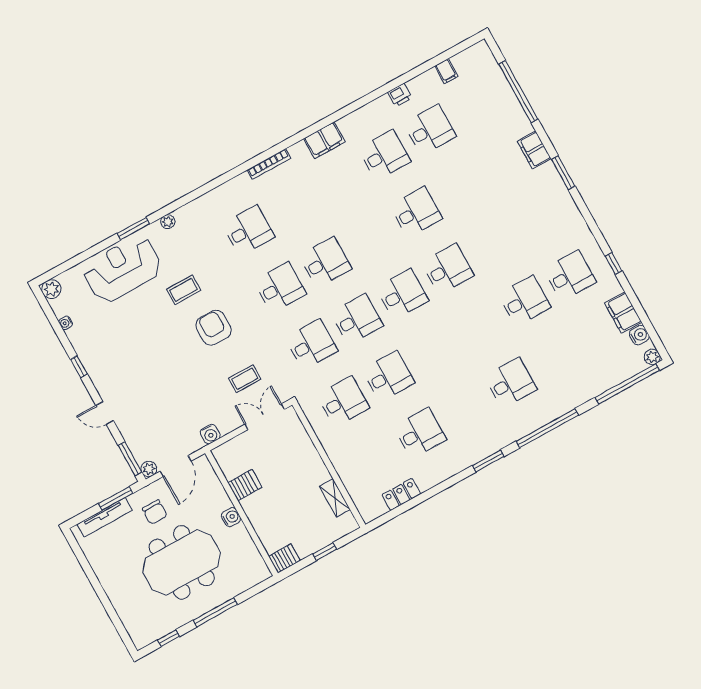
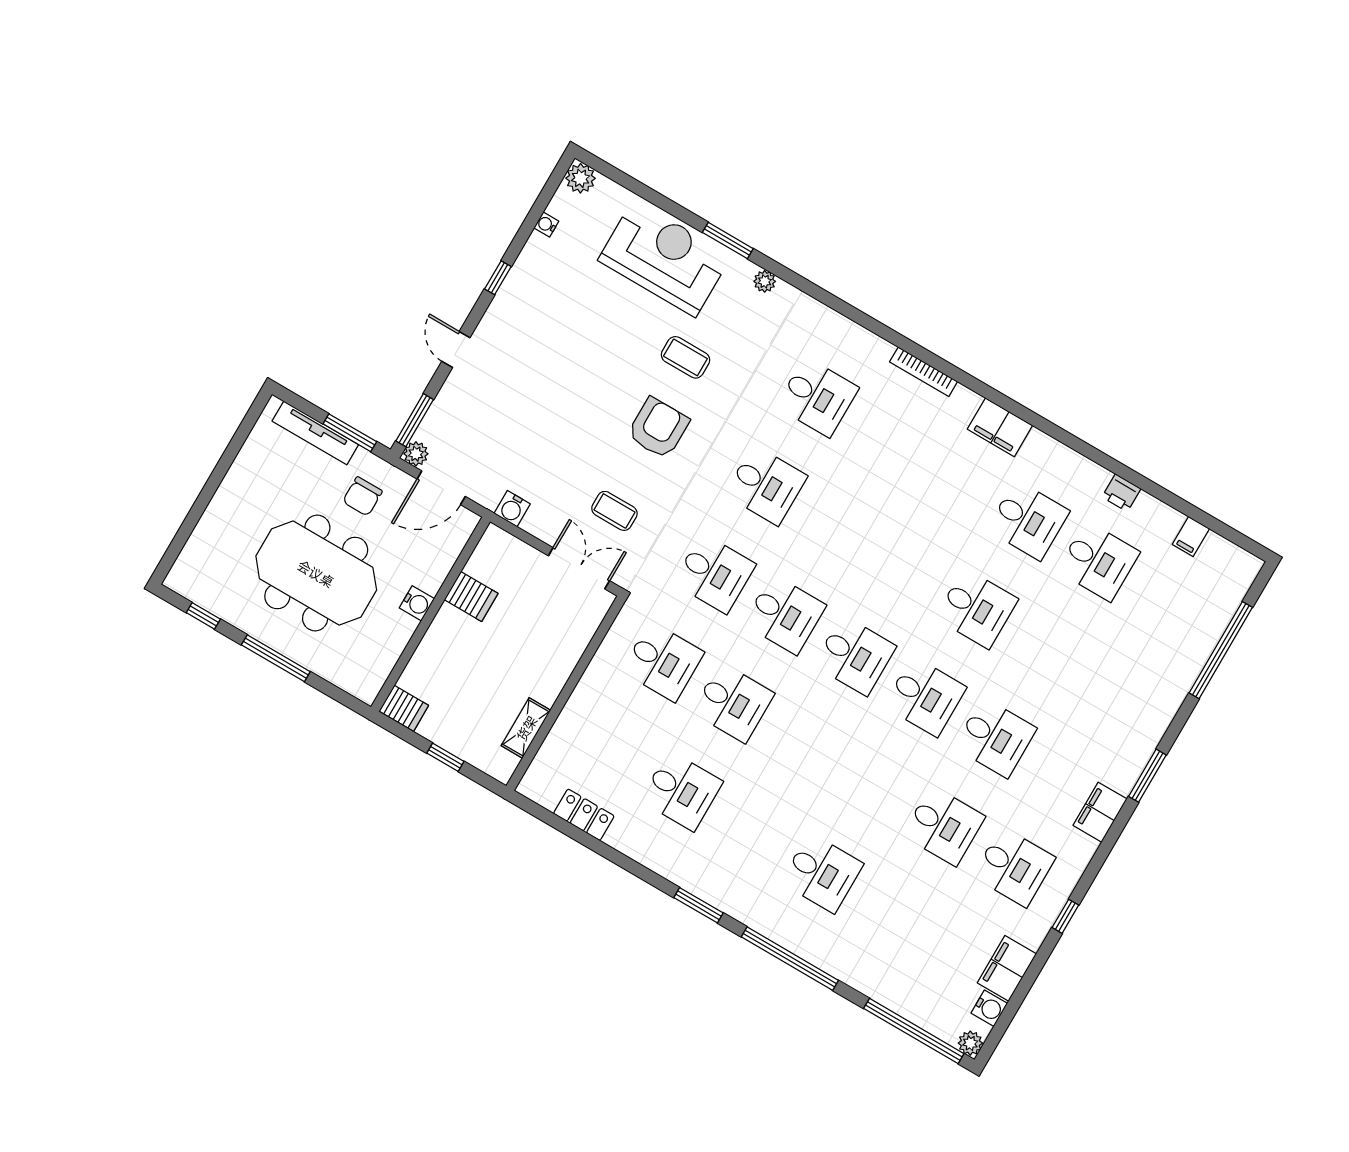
filing cabinet: (534, 150) -> (1100, 812), moved
desk: (325, 262) -> (995, 738), moved

